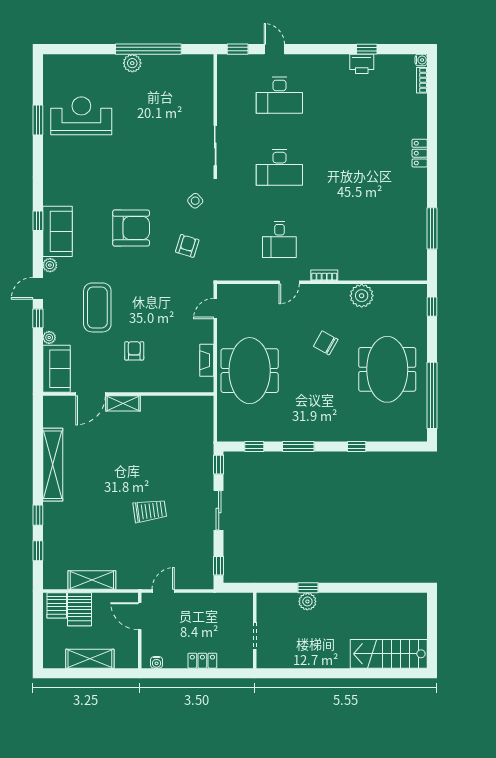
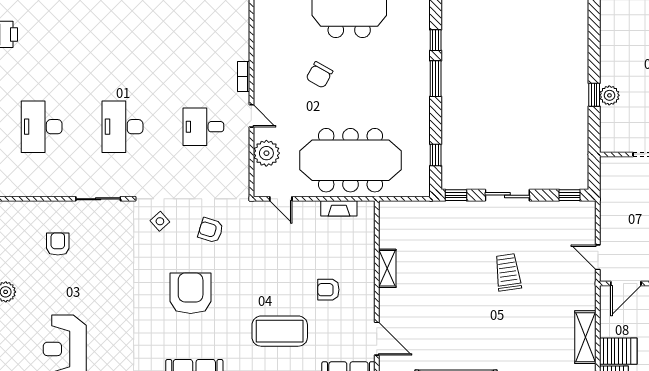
desk: (279, 95) -> (42, 127), turned 180
armchair: (175, 110) -> (58, 244), added
desk: (279, 167) -> (123, 127), turned 180
desk: (279, 239) -> (203, 127), turned 180
plant: (362, 296) -> (266, 153), moved
meeting table: (250, 371) -> (350, 160), width x1.36
shelving: (123, 403) -> (387, 268), moved
window: (298, 447) -> (436, 79), moved

